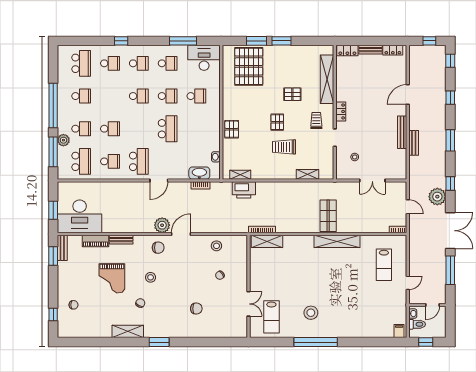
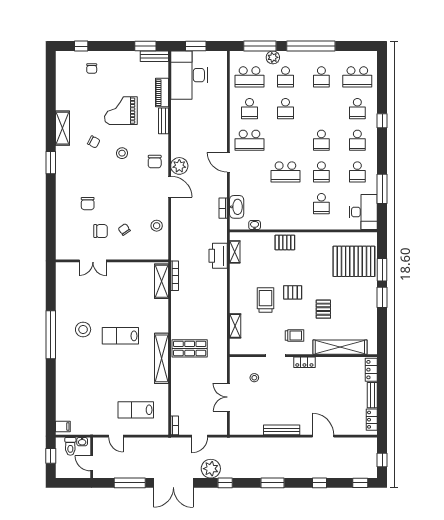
bench: (414, 143) -> (270, 443), removed
chair: (221, 297) -> (101, 231), added
lab bench: (271, 317) -> (120, 336), moved

